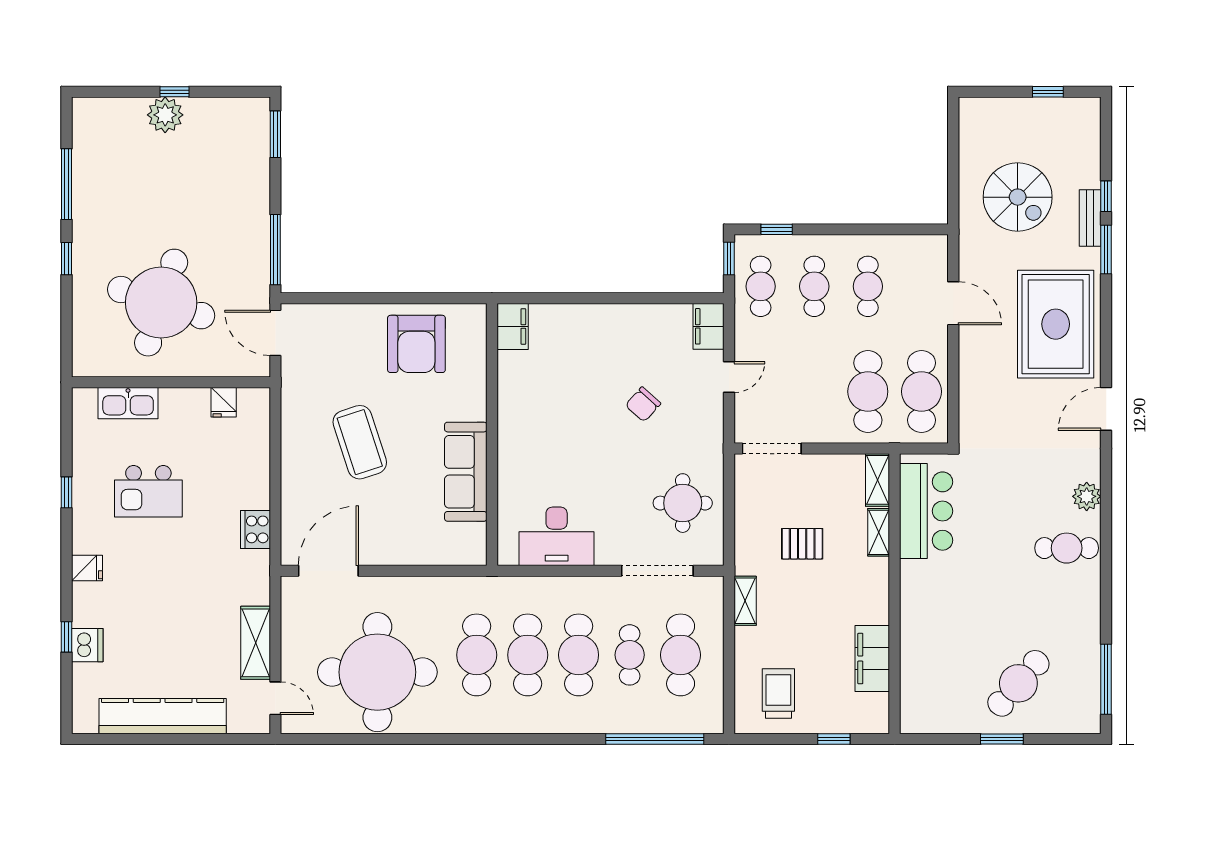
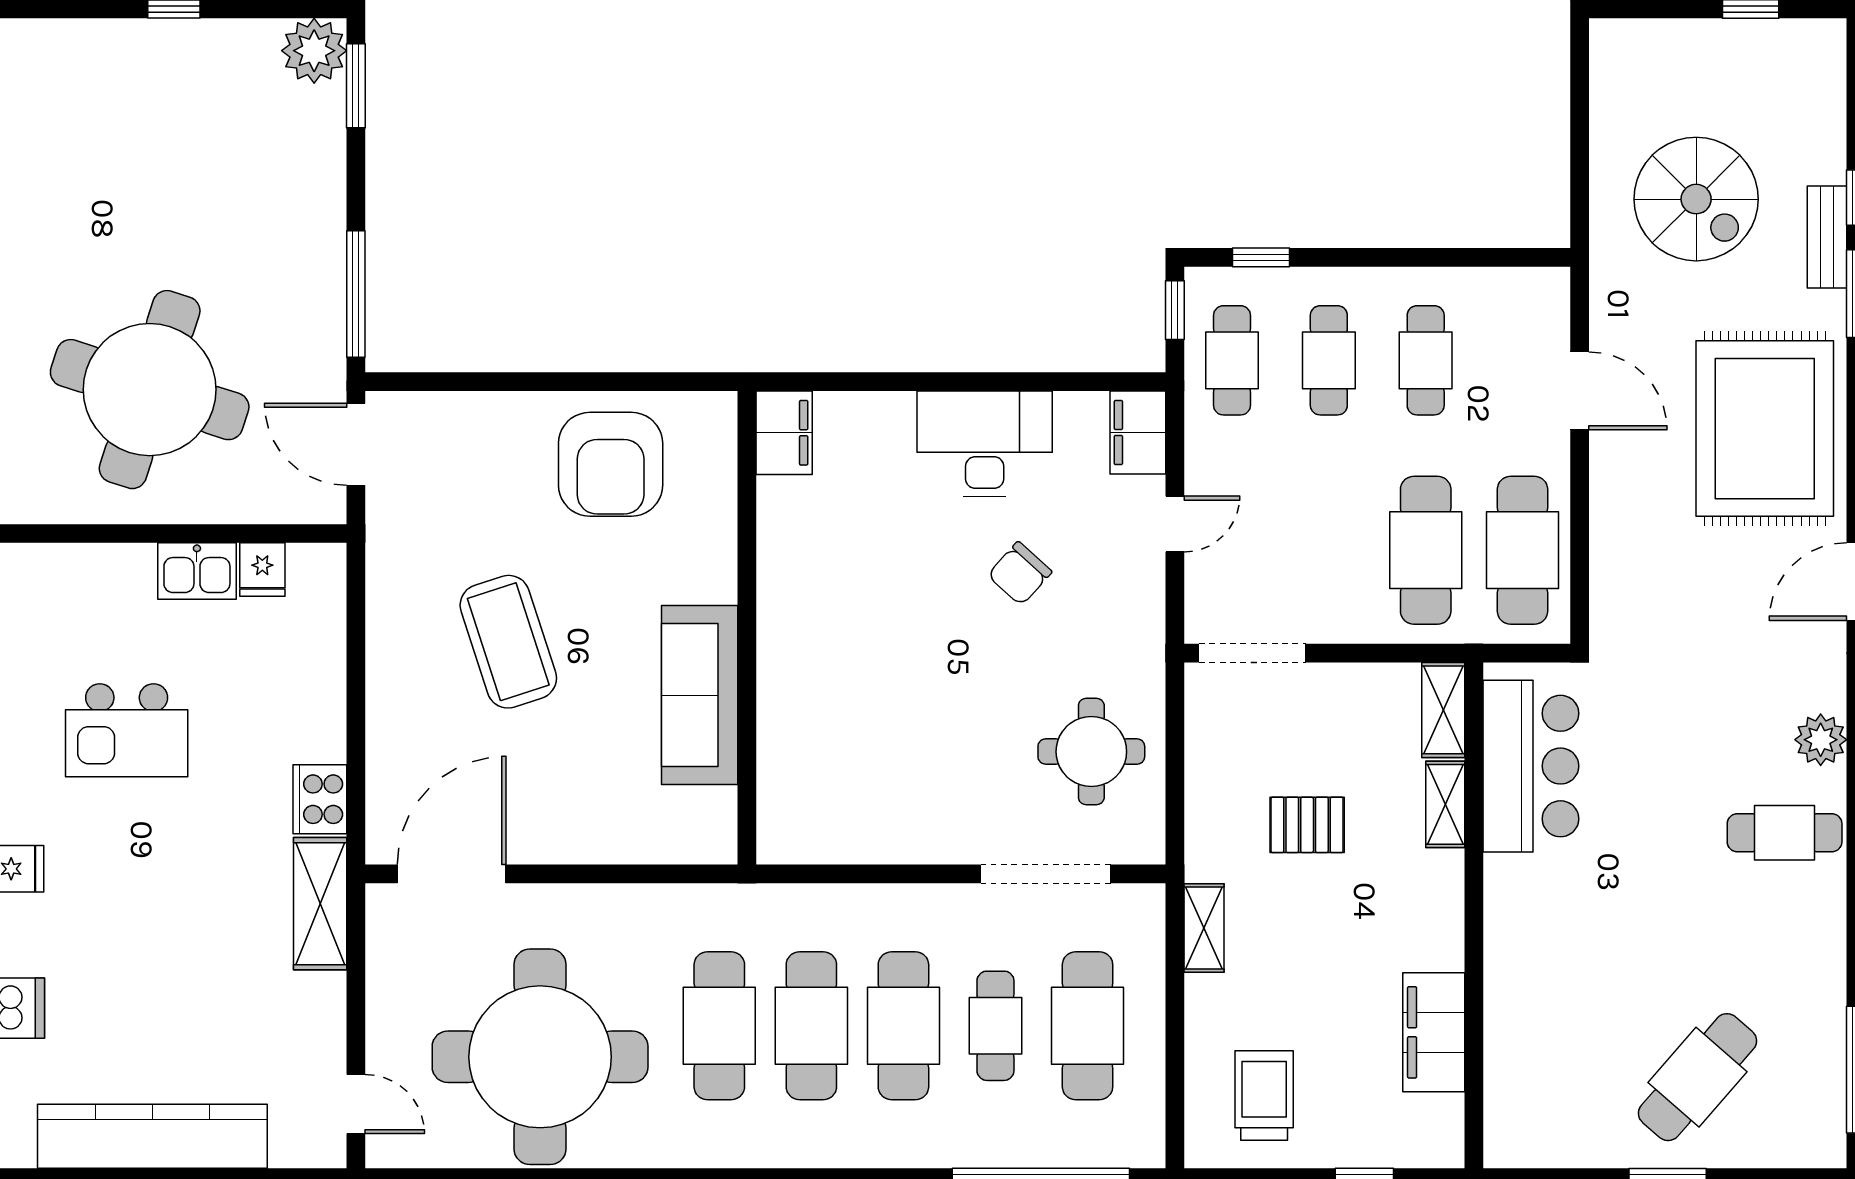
plant: (165, 115) -> (314, 51), moved
kitchen sink: (128, 403) -> (197, 571), moved, width x0.73
desk: (557, 536) -> (985, 444), moved, turned 180
shelving: (256, 643) -> (320, 904), moved

